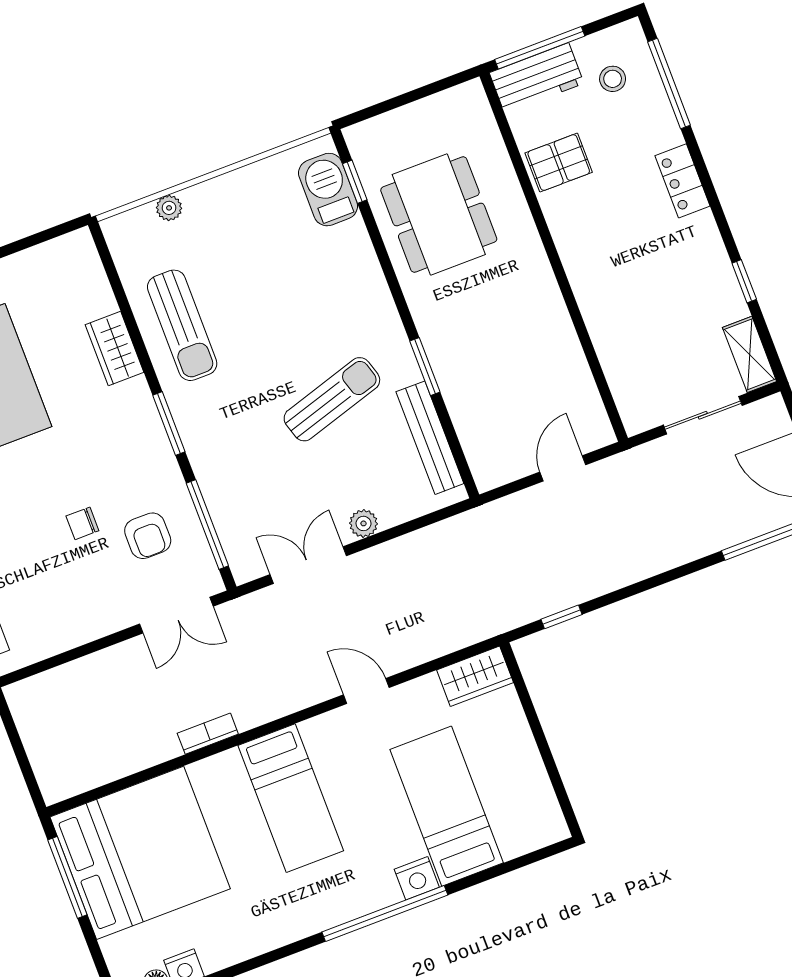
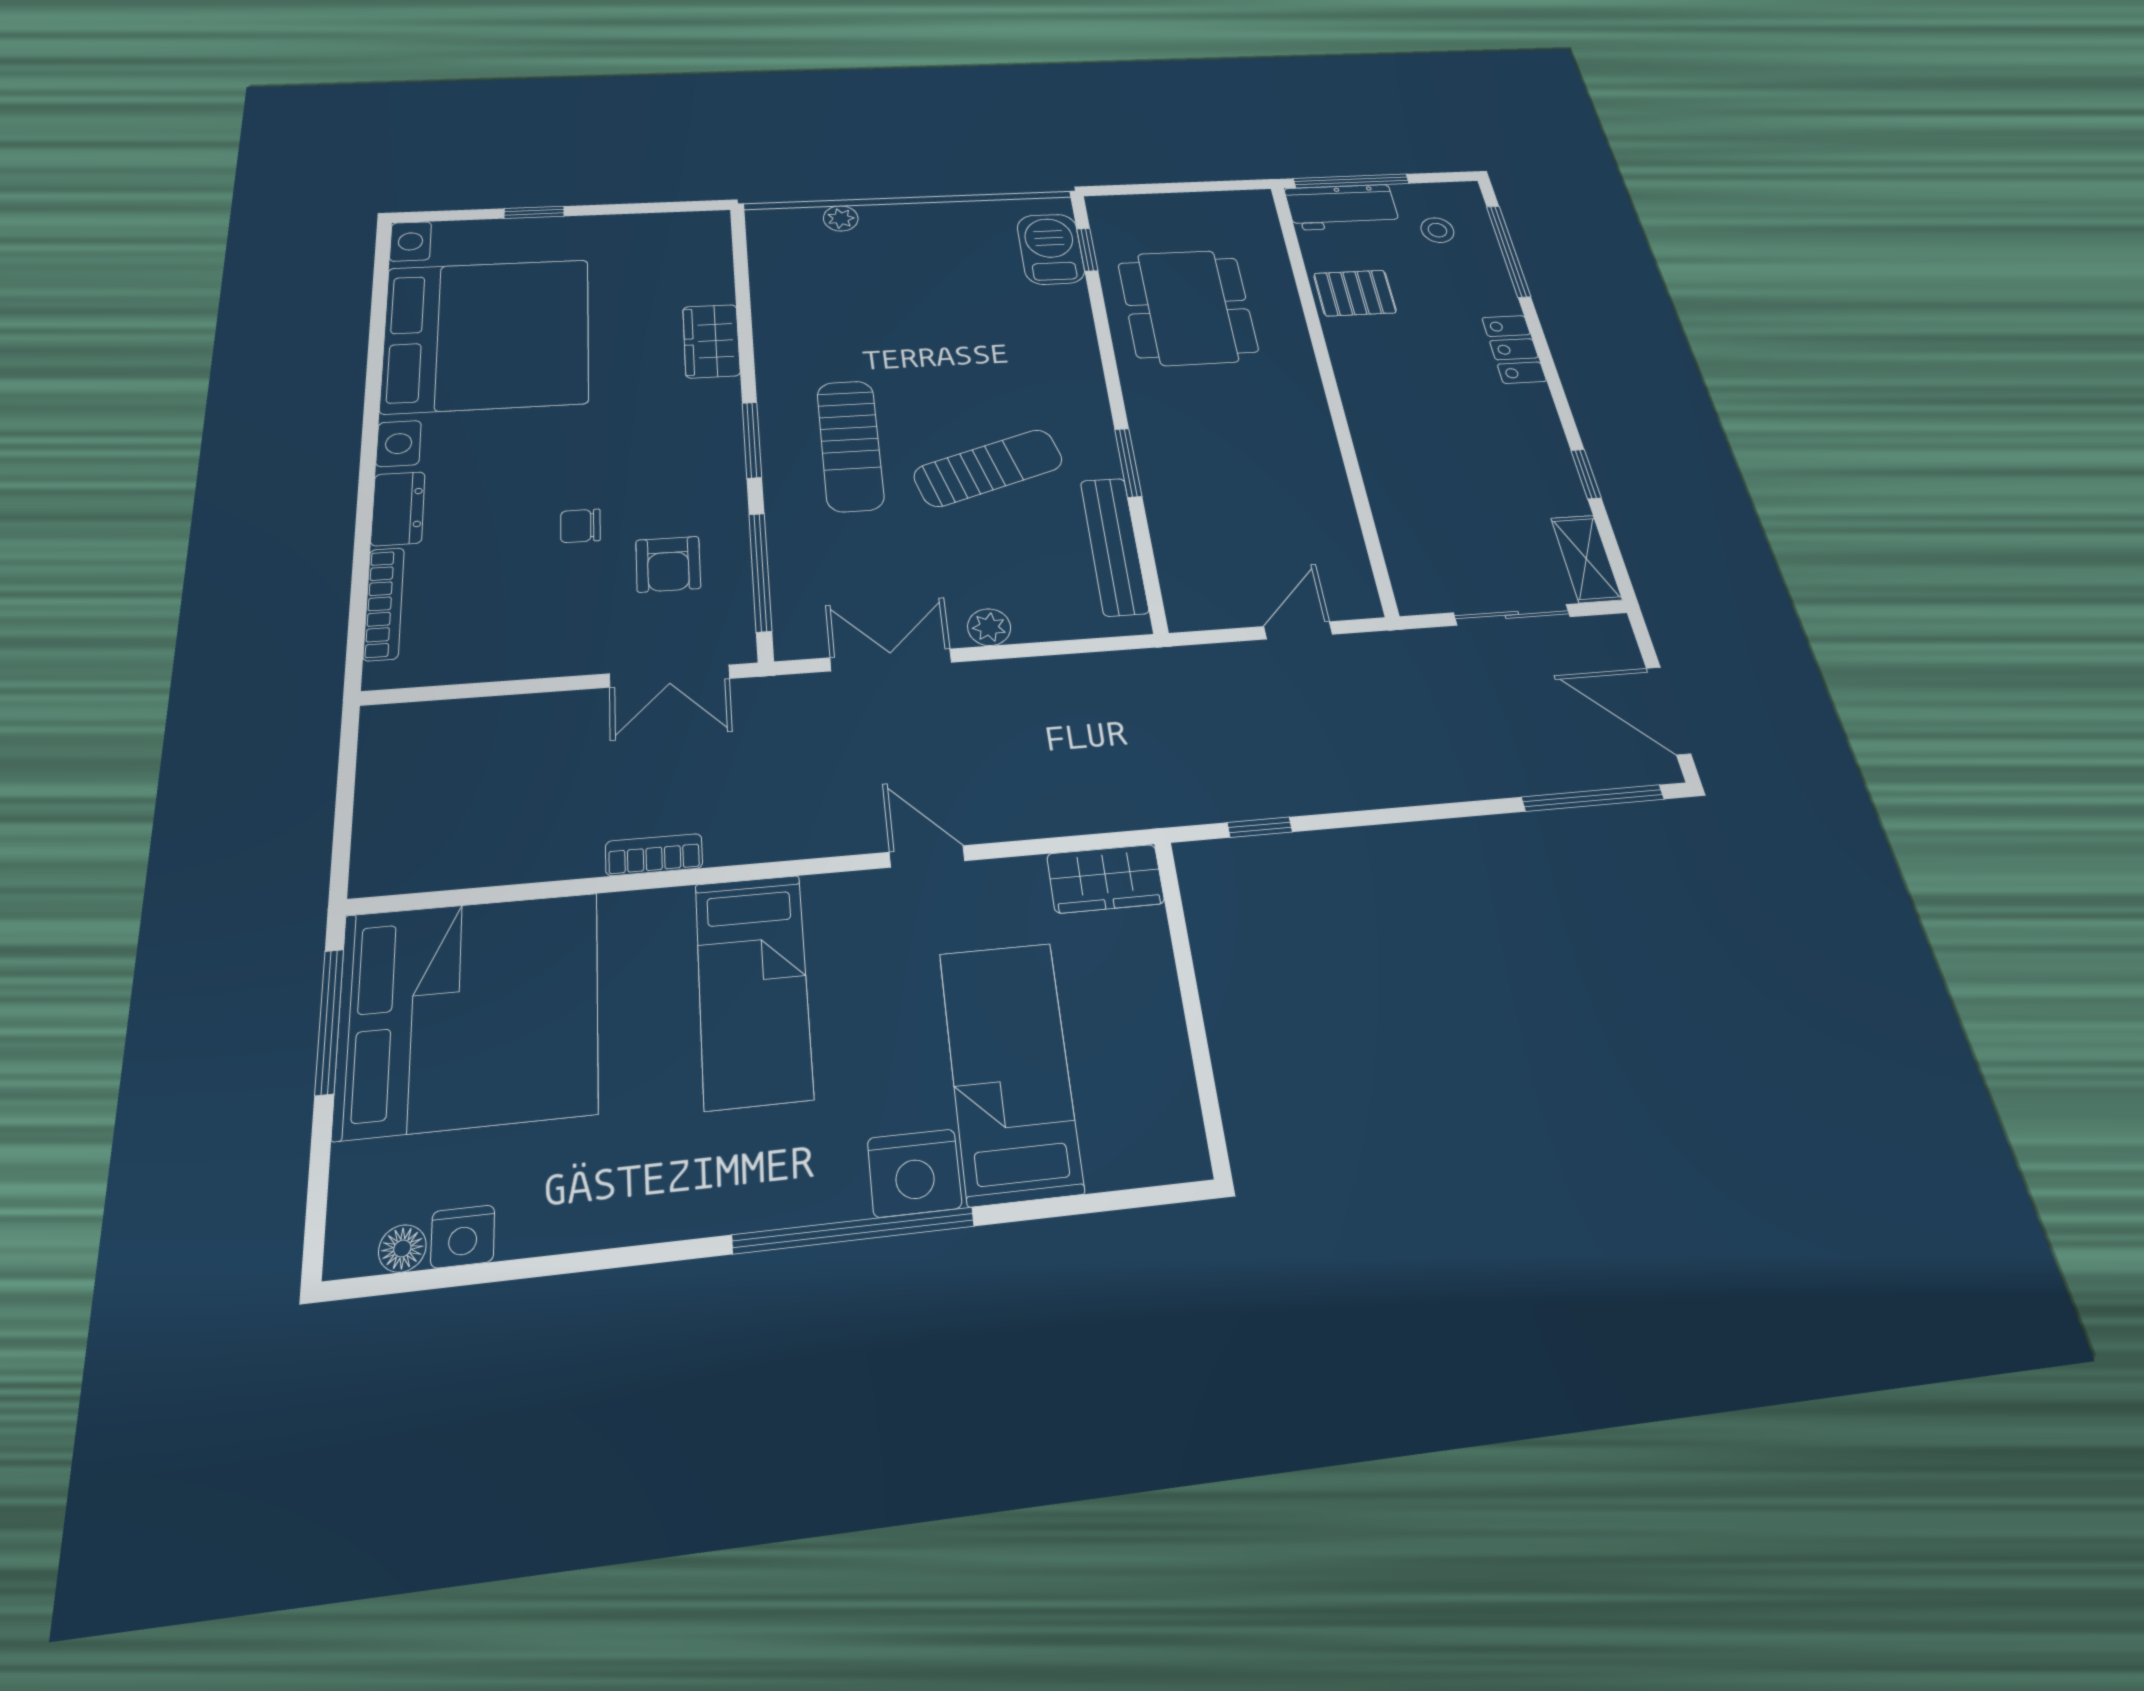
sun lounger: (182, 325) -> (850, 445), moved
nightstand: (417, 878) -> (914, 1173), width x1.36, depth x1.33

